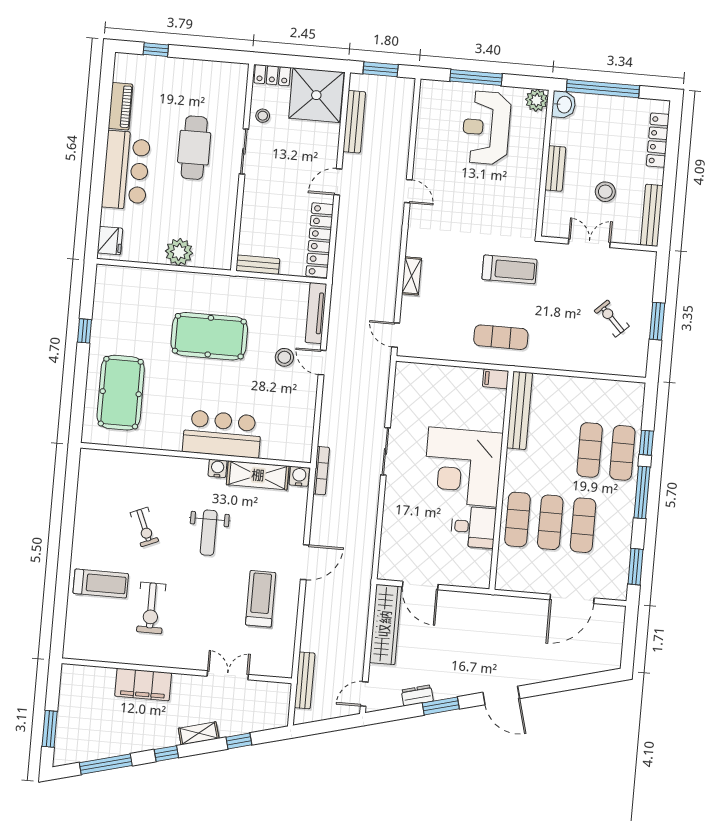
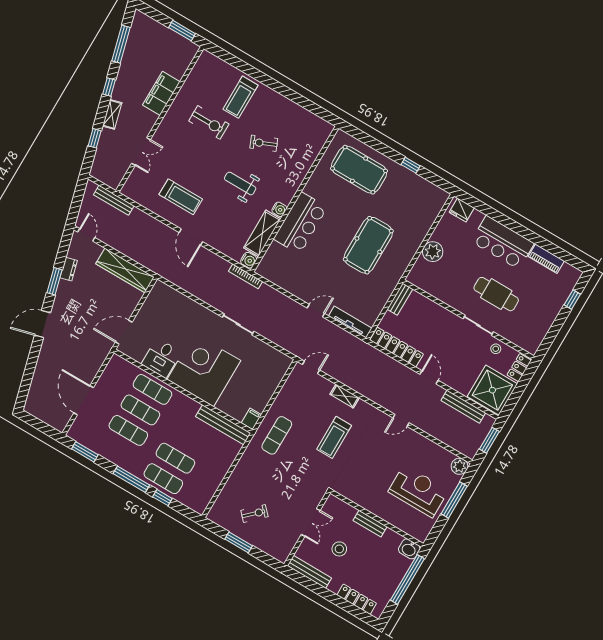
plant: (537, 100) -> (460, 466), moved
treadmill: (510, 269) -> (334, 437), moved
stool: (284, 357) -> (331, 288), removed
door: (420, 586) -> (124, 332), moved
exercise bike: (151, 608) -> (209, 122), turned 180
window: (50, 729) -> (182, 31), moved

